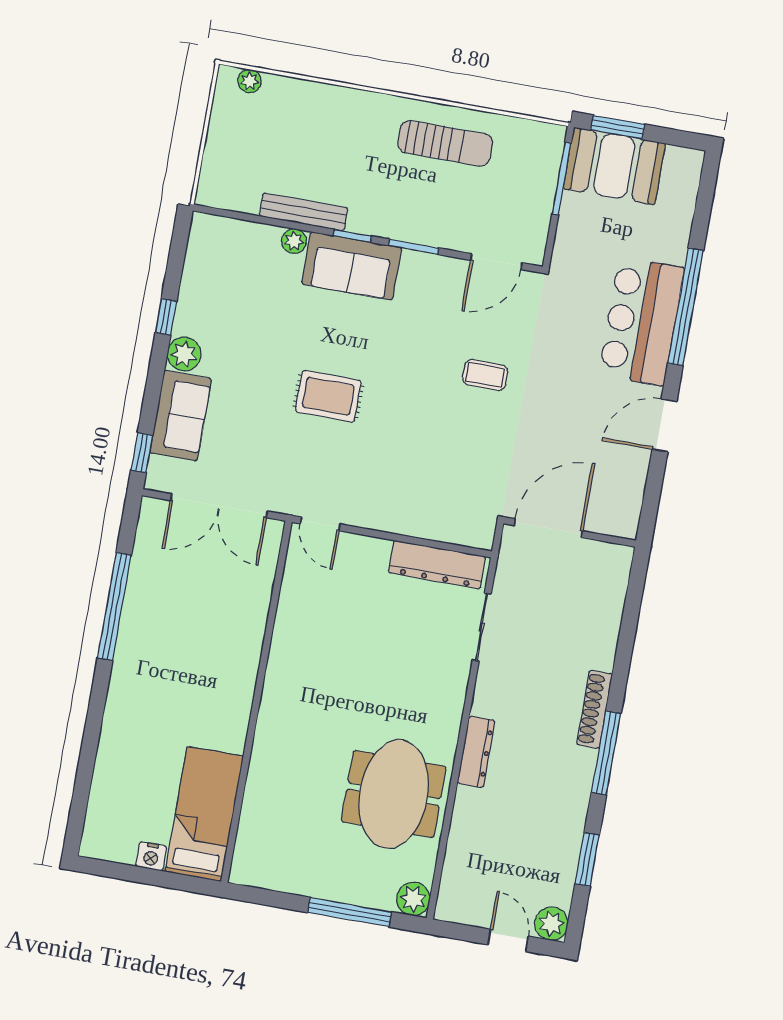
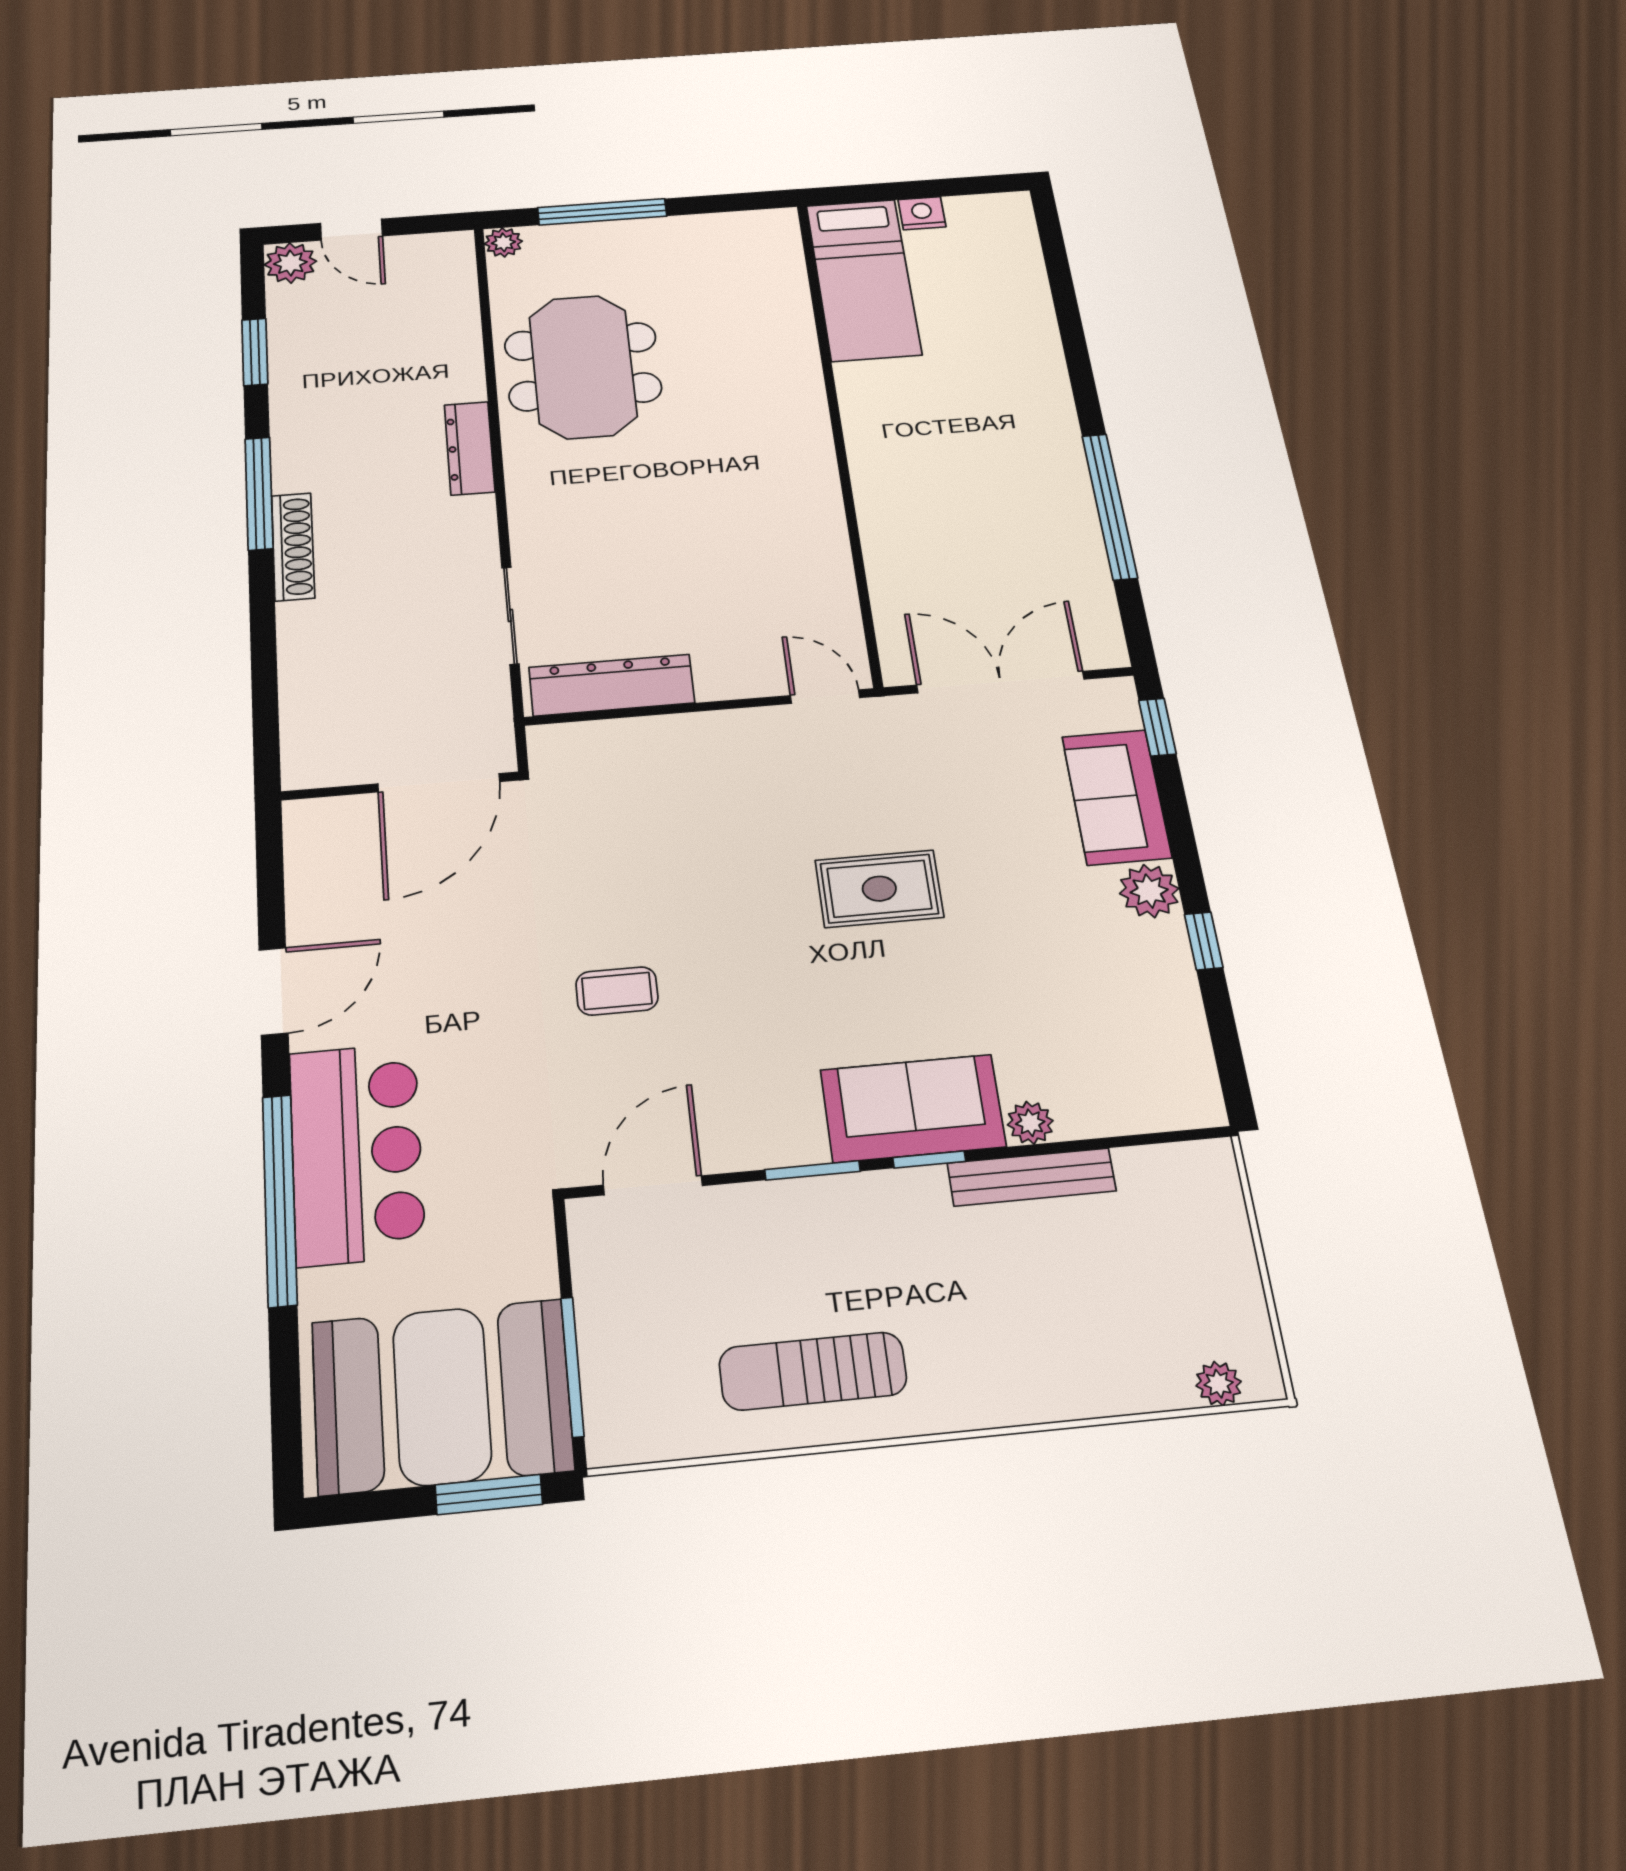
booth: (614, 166) -> (442, 1396), width x1.36, depth x1.42
plant: (413, 899) -> (503, 242), width x0.73, depth x0.73

